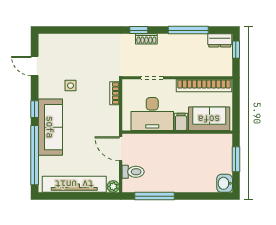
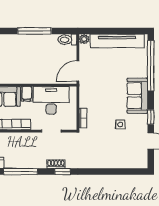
window: (35, 109) -> (151, 117), moved
sofa: (50, 127) -> (137, 96), width x0.73
door: (121, 149) -> (78, 71), swing flipped
toilet: (133, 172) -> (67, 40), moved
window: (154, 196) -> (34, 31), moved

